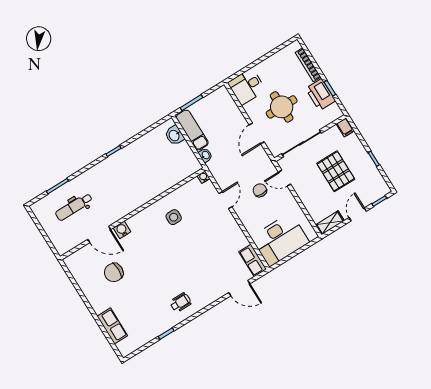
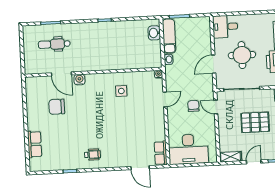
pallet: (336, 171) -> (255, 122), turned 90

